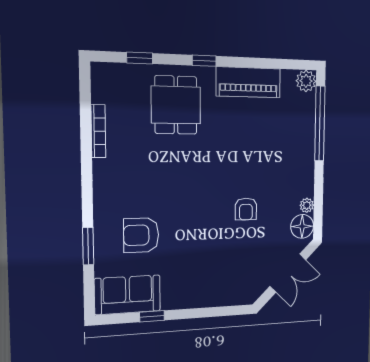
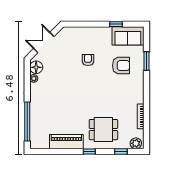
plant: (306, 81) -> (136, 143), moved
dining table: (176, 105) -> (103, 130), turned 90
armchair: (246, 209) -> (88, 60), moved

